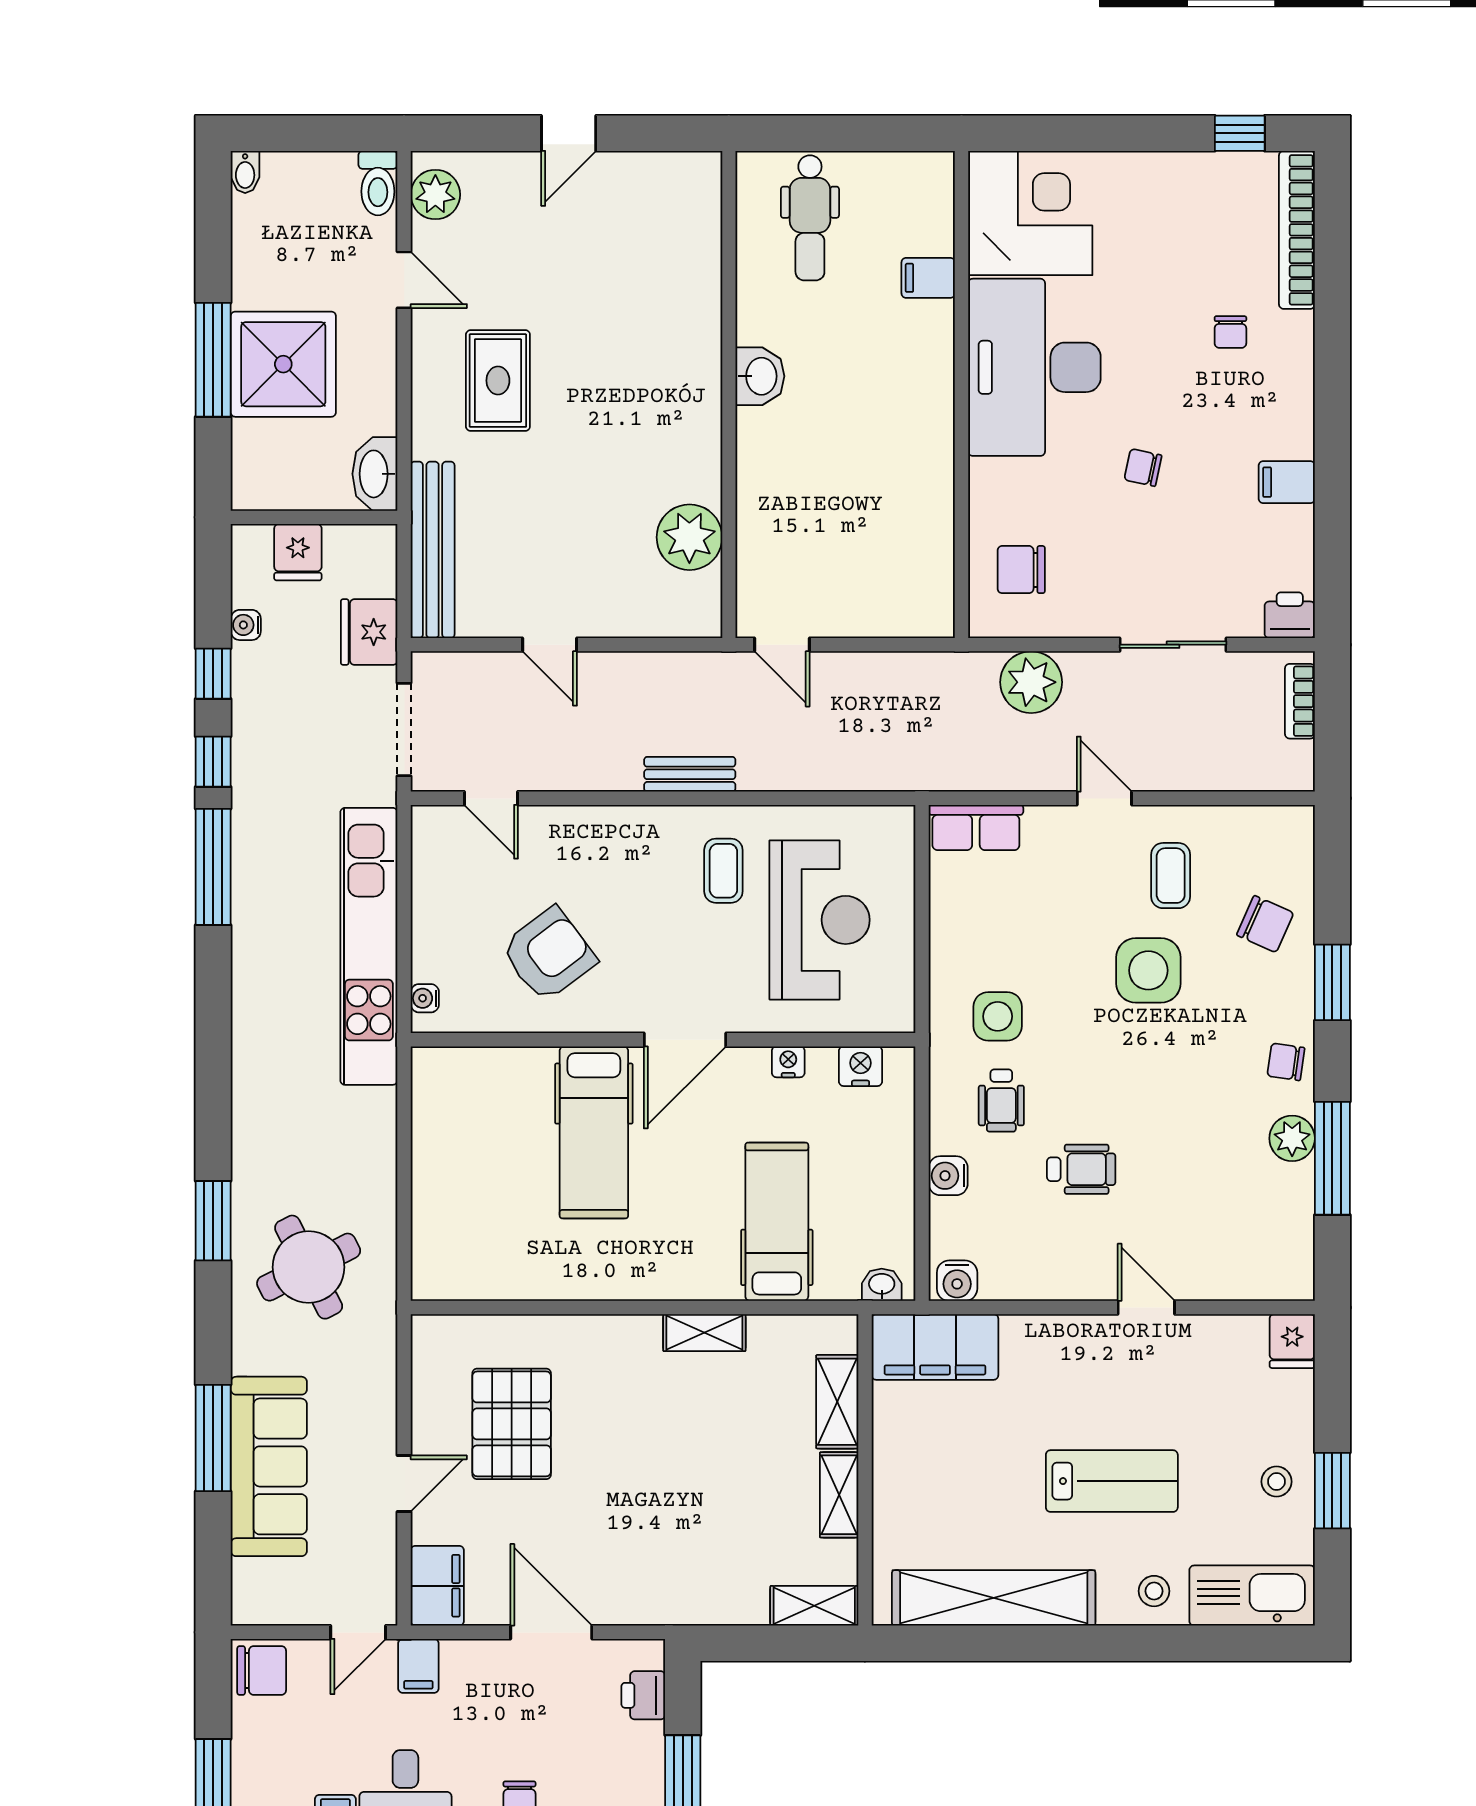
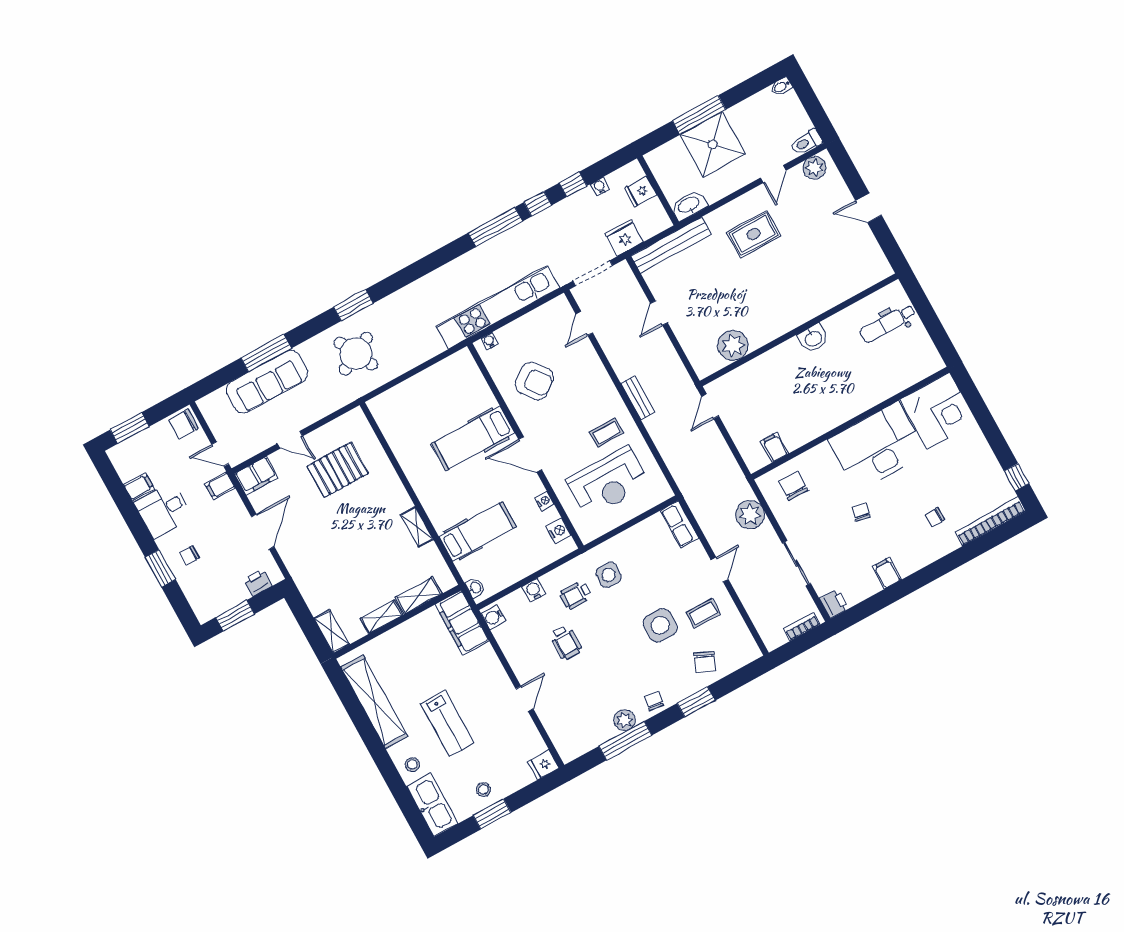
filing cabinet: (928, 278) -> (775, 447), moved
chair: (262, 1670) -> (184, 424), turned 90

